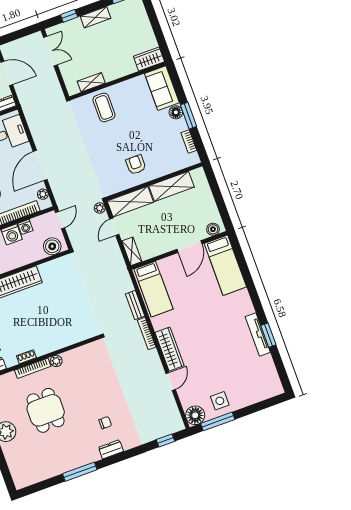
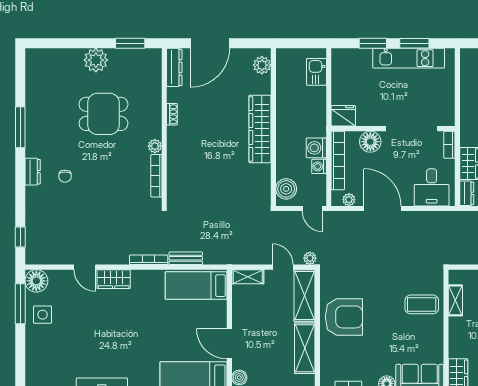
armchair: (136, 165) -> (344, 317), width x1.88, depth x1.88
wardrobe: (169, 349) -> (114, 279), width x0.67
bookcase: (33, 368) -> (156, 176), moved

